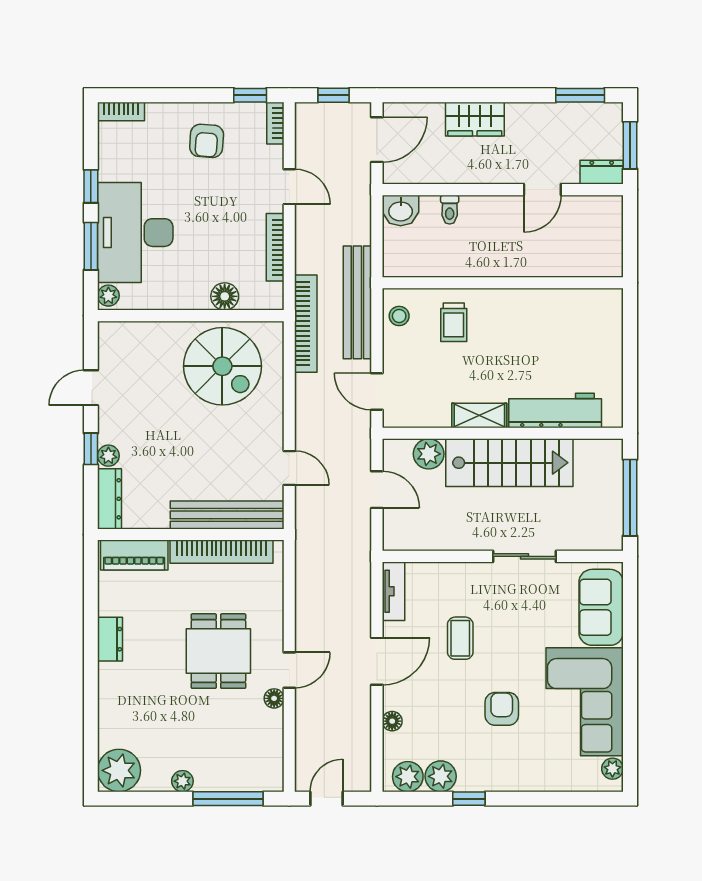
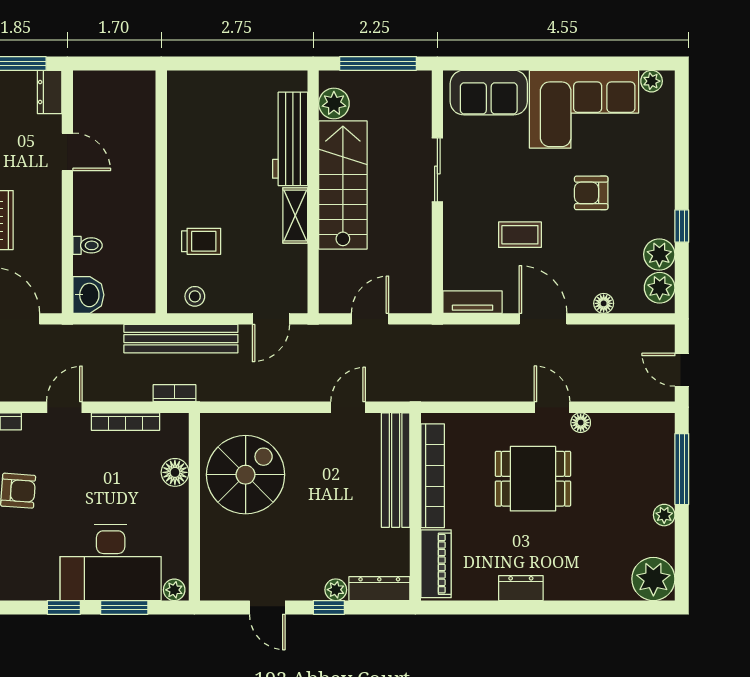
bookcase: (306, 324) -> (174, 393), width x0.43, depth x0.76
plant: (429, 454) -> (334, 103), moved

